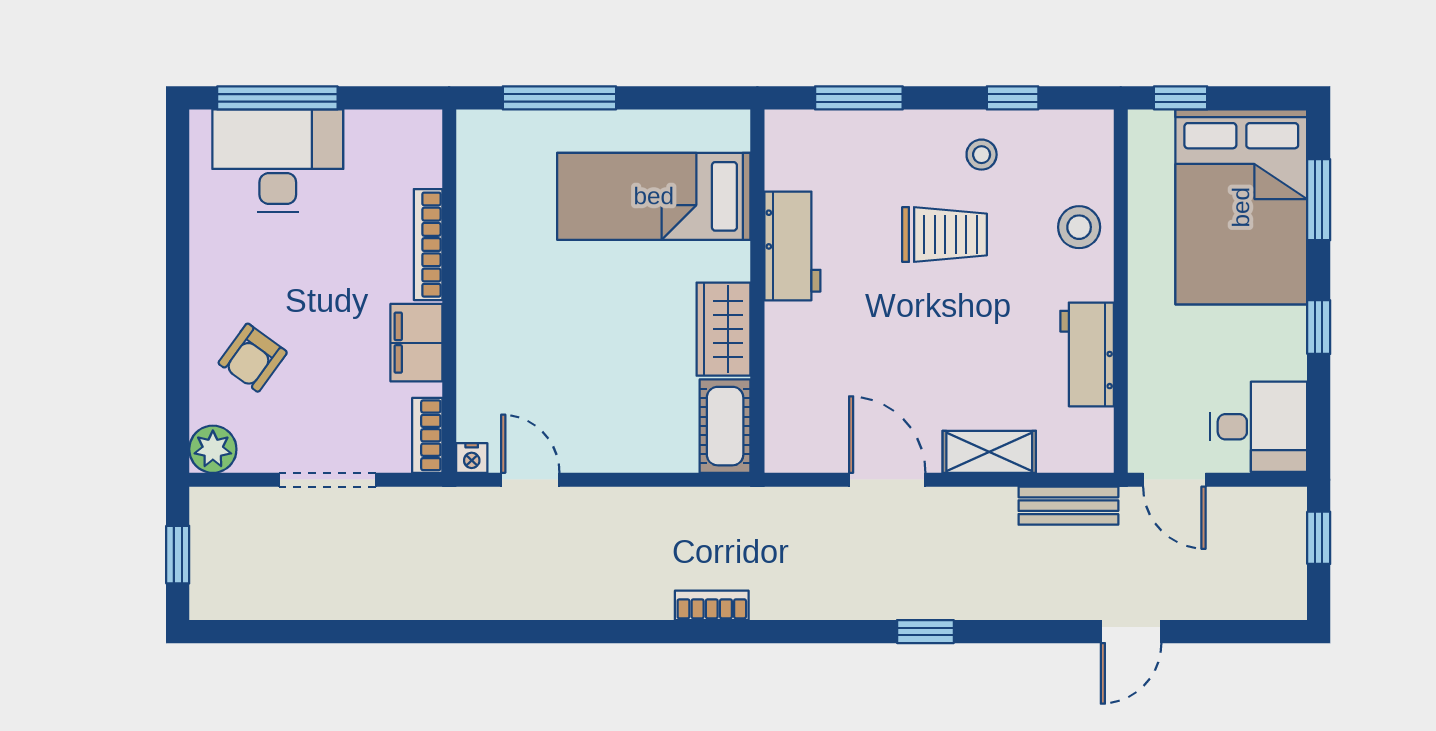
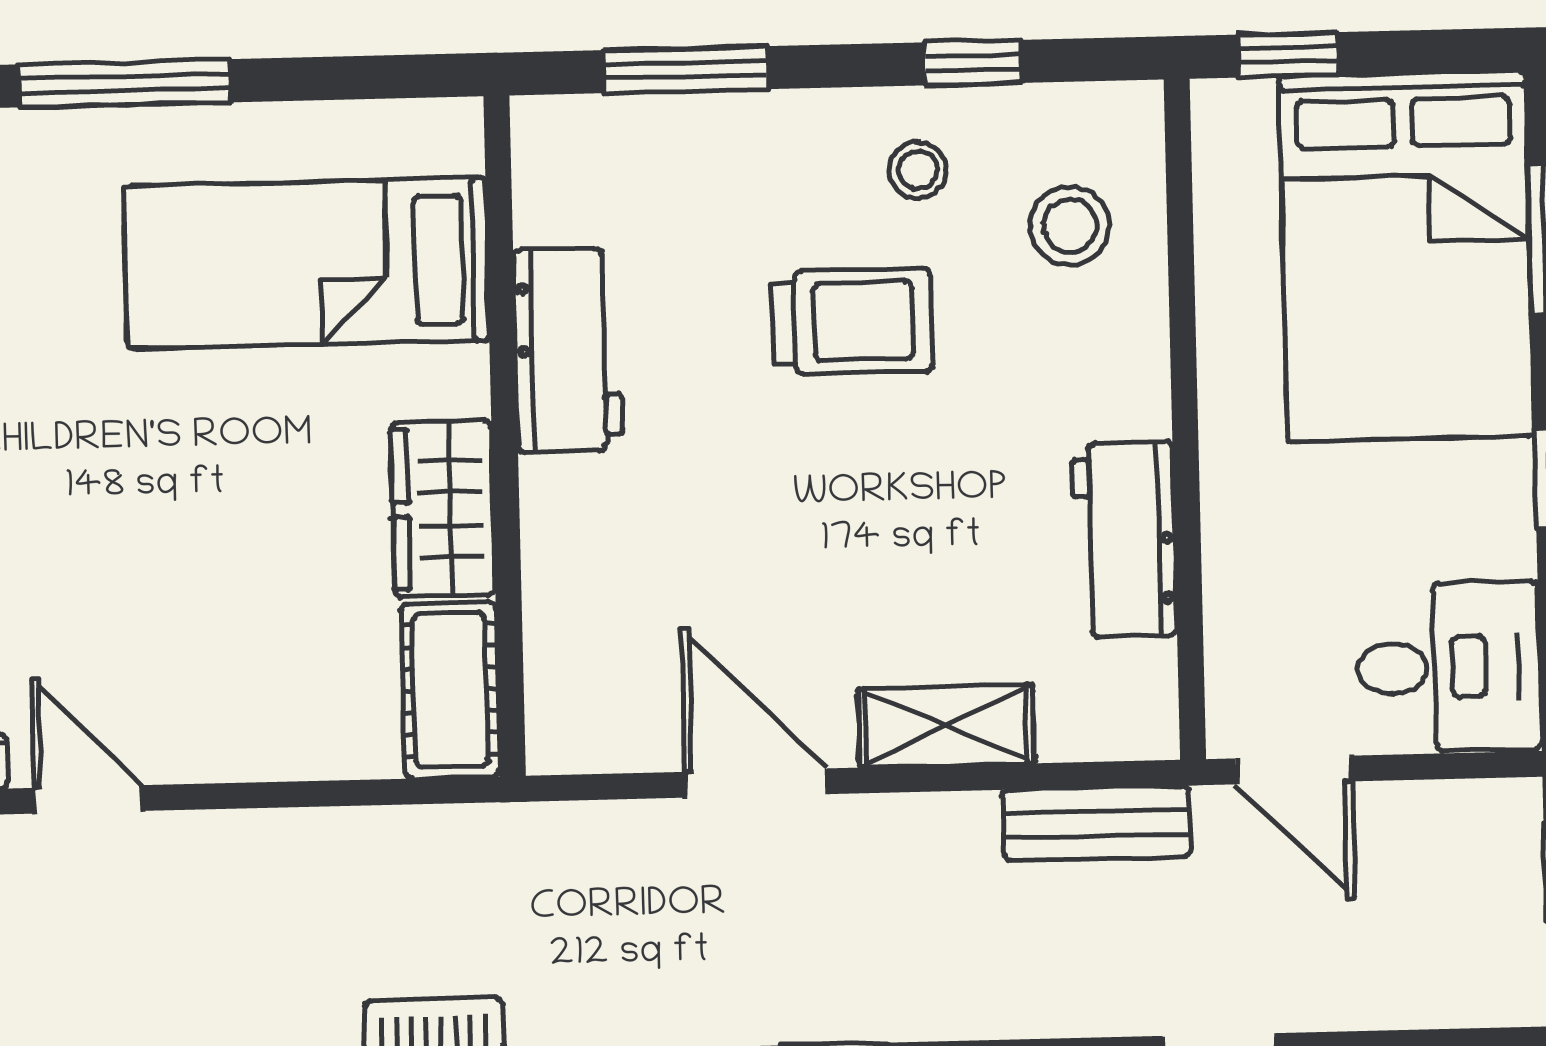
stool: (1079, 227) -> (1070, 226), moved

